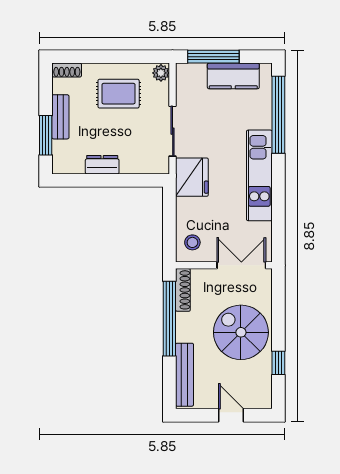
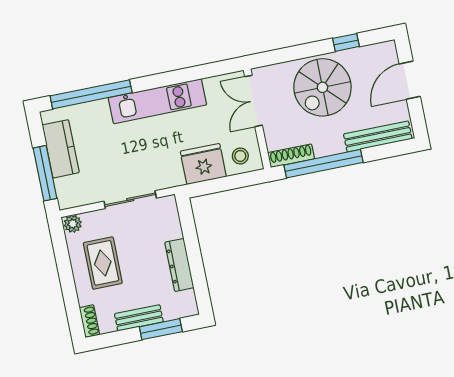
dresser: (102, 165) -> (179, 265), width x1.44
fridge: (192, 177) -> (203, 164), moved
door: (231, 415) -> (410, 80), width x1.38

